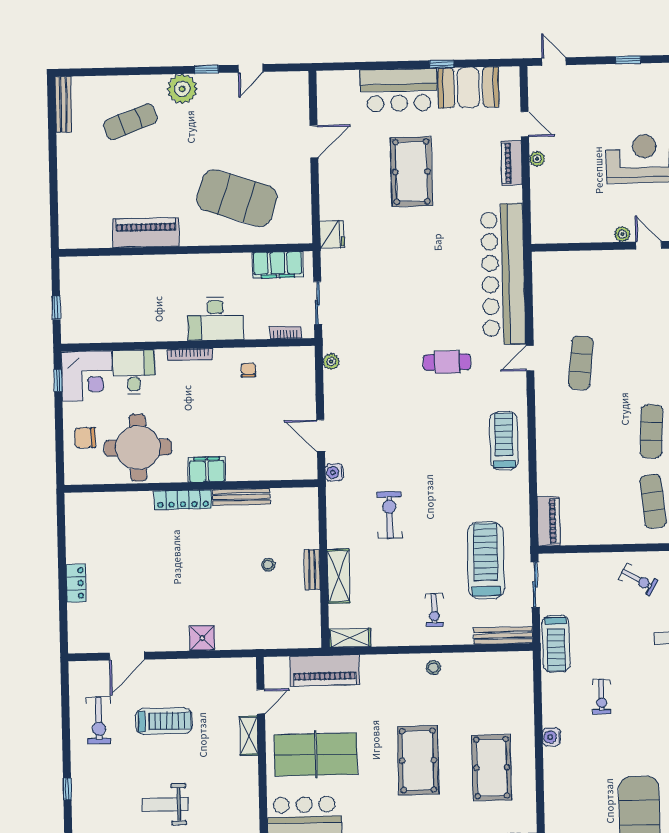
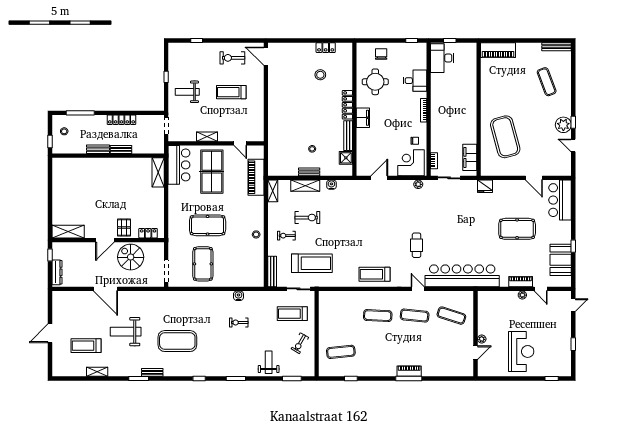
plant: (182, 89) -> (563, 125), moved
bar counter: (399, 90) -> (560, 200), moved
door: (525, 124) -> (541, 289), hinge flipped
exercise mat: (237, 198) -> (505, 137), turned -33
piano: (146, 233) -> (498, 50), moved, turned 90
exercise mat: (579, 293) -> (451, 316), added
desk: (215, 319) -> (442, 58), moved
corner desk: (87, 376) -> (411, 163), moved, turned 90
exercise mat: (651, 431) -> (378, 316), moved
treadmill: (504, 441) -> (375, 274), turned 180
round table: (138, 448) -> (375, 82), width x0.73, depth x0.73
water cooler: (334, 472) -> (331, 185), moved
exercise bike: (389, 515) -> (307, 218), moved
piano: (549, 521) -> (332, 297), removed
stool: (127, 552) -> (320, 75), added
locker: (76, 583) -> (326, 48), moved
shower: (202, 638) -> (346, 158), moved
treadmill: (556, 644) -> (292, 314), moved
door: (127, 656) -> (266, 56), moved
treadmill: (164, 721) -> (231, 92), turned 90
shelving: (249, 736) -> (207, 137), moved
water cooler: (552, 737) -> (238, 296), moved
pool table: (492, 768) -> (203, 264), turned 90
weight bench: (165, 805) -> (187, 92), turned -90

